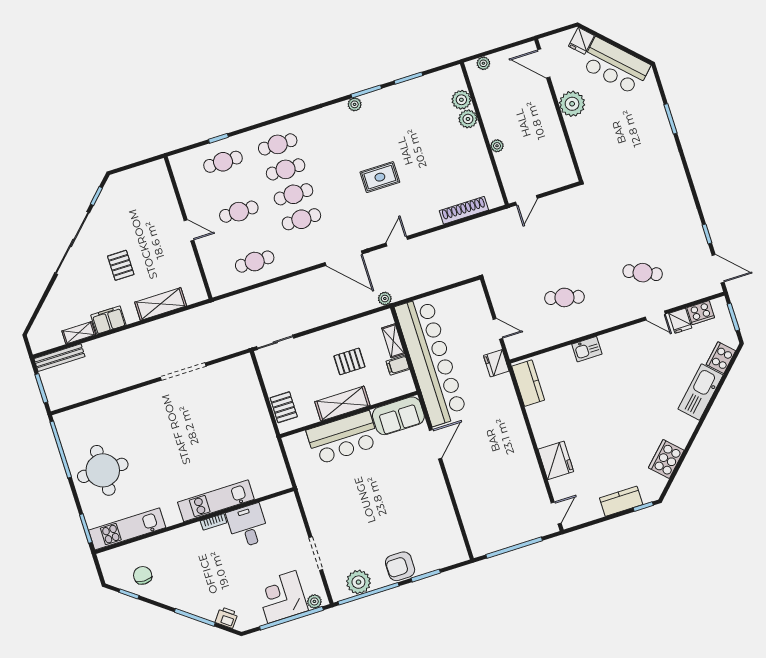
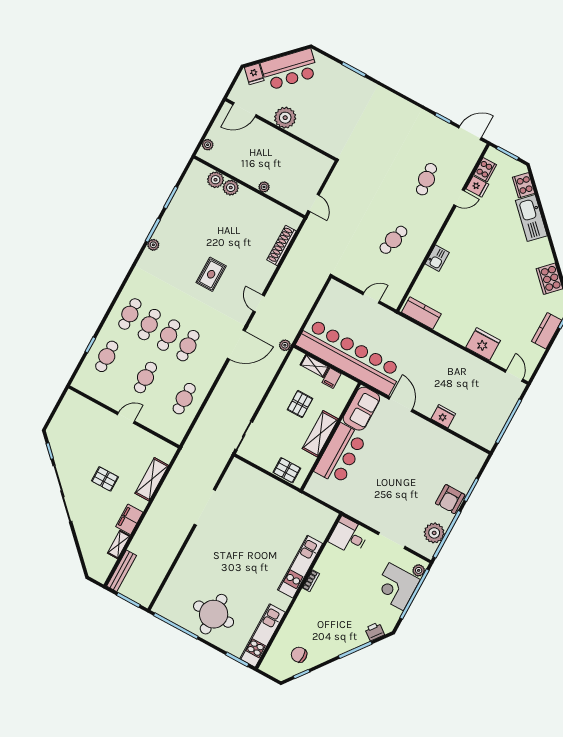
cafe table: (643, 273) -> (426, 179), turned -30
fridge: (496, 363) -> (443, 416), moved, turned 180
desk: (248, 526) -> (349, 536), moved

